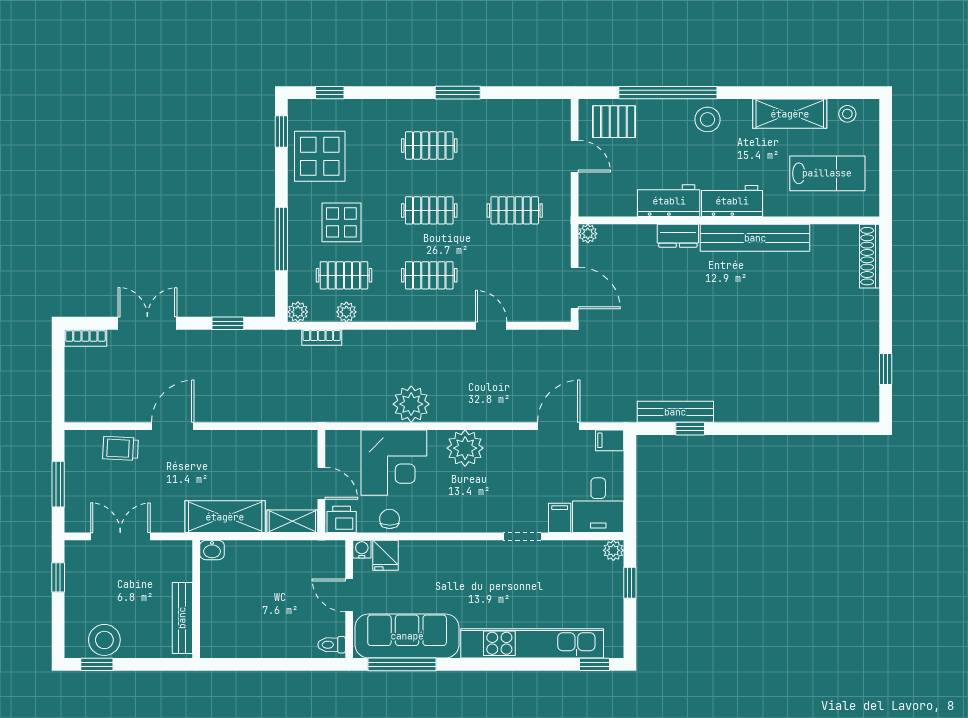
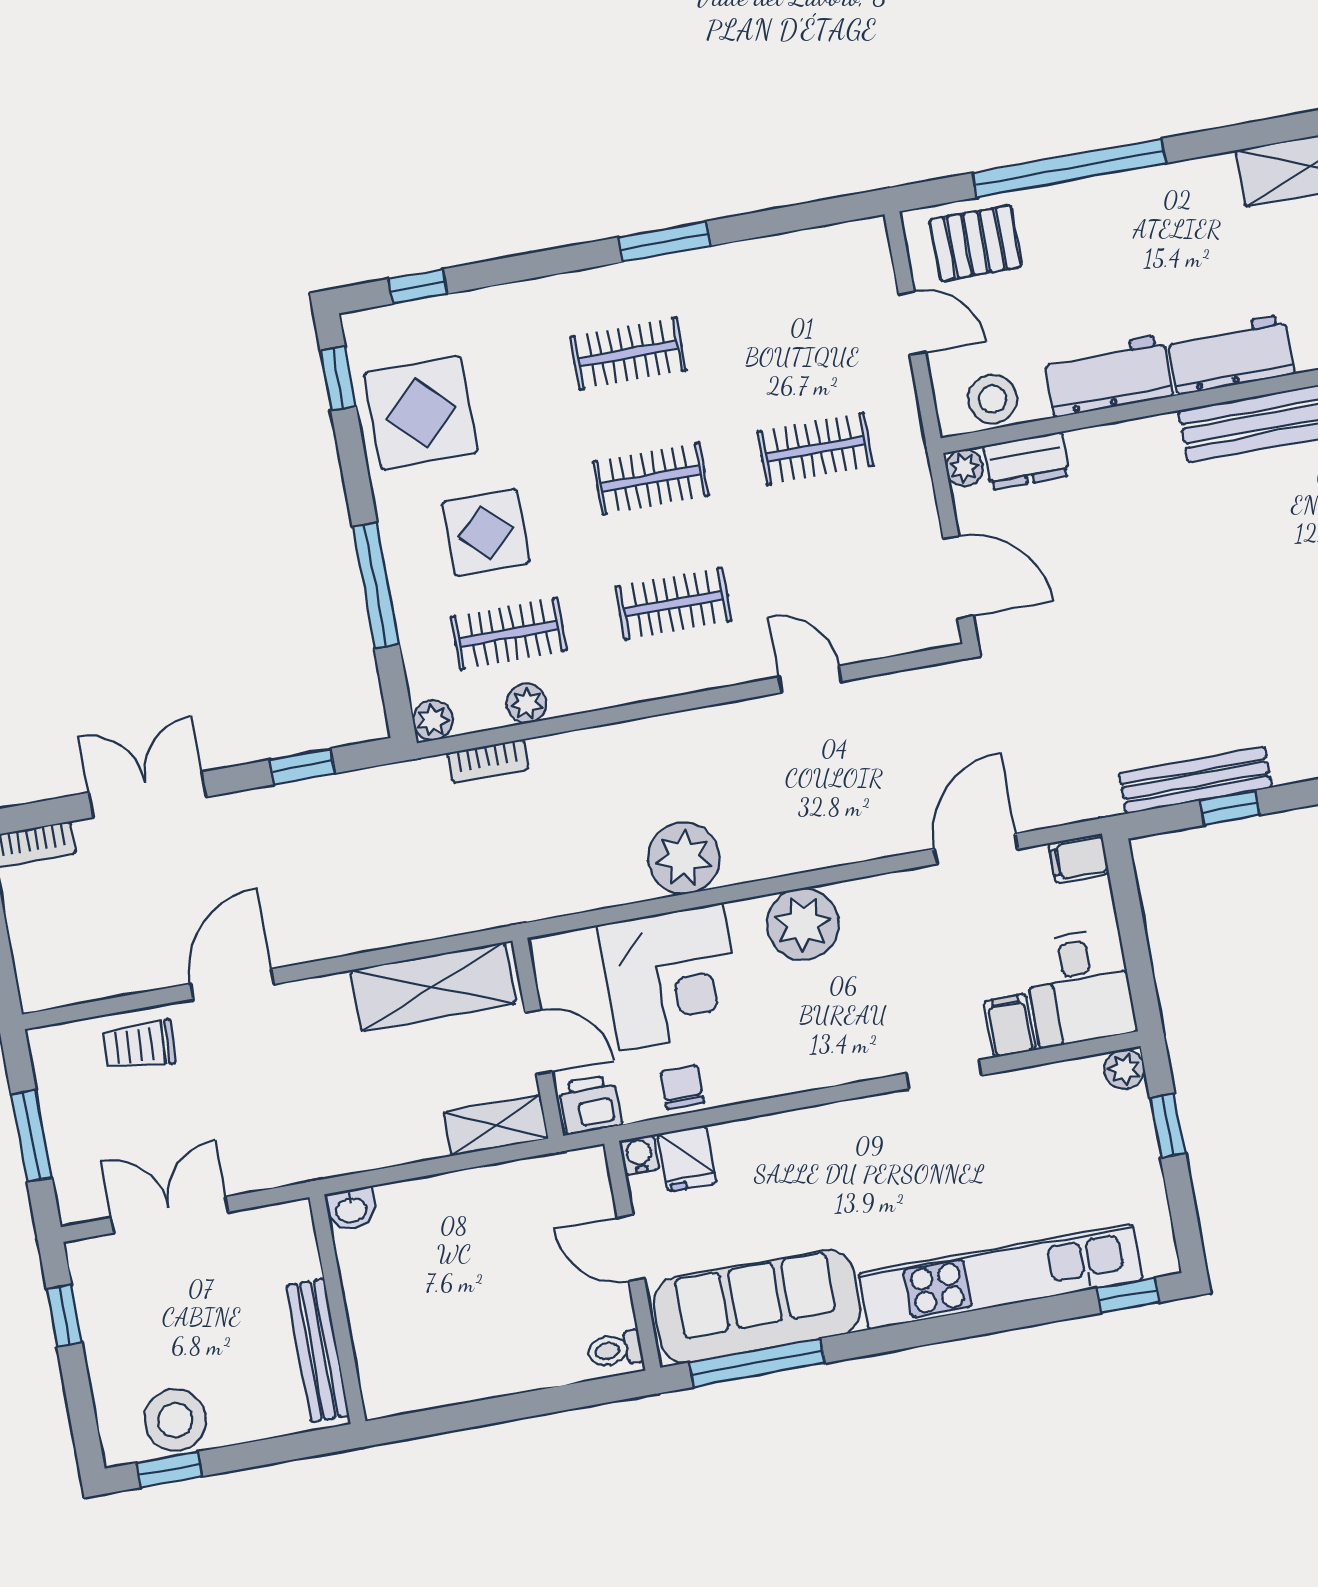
stool: (707, 119) -> (993, 399), moved
dresser: (678, 236) -> (1027, 461), moved
shelving: (225, 517) -> (433, 987), moved

